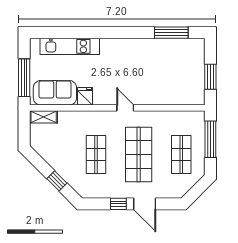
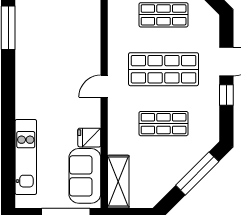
shelving: (44, 117) -> (118, 182), width x1.50, depth x1.33
window: (57, 181) -> (197, 173), width x2.17

